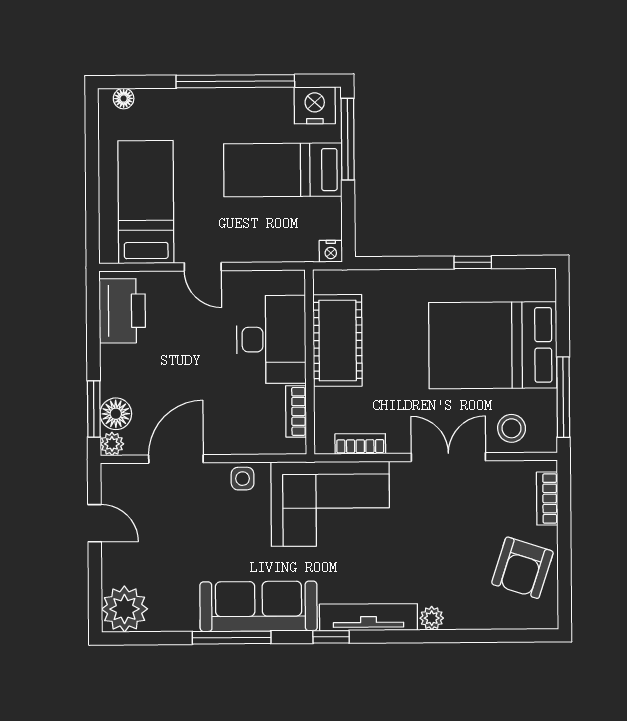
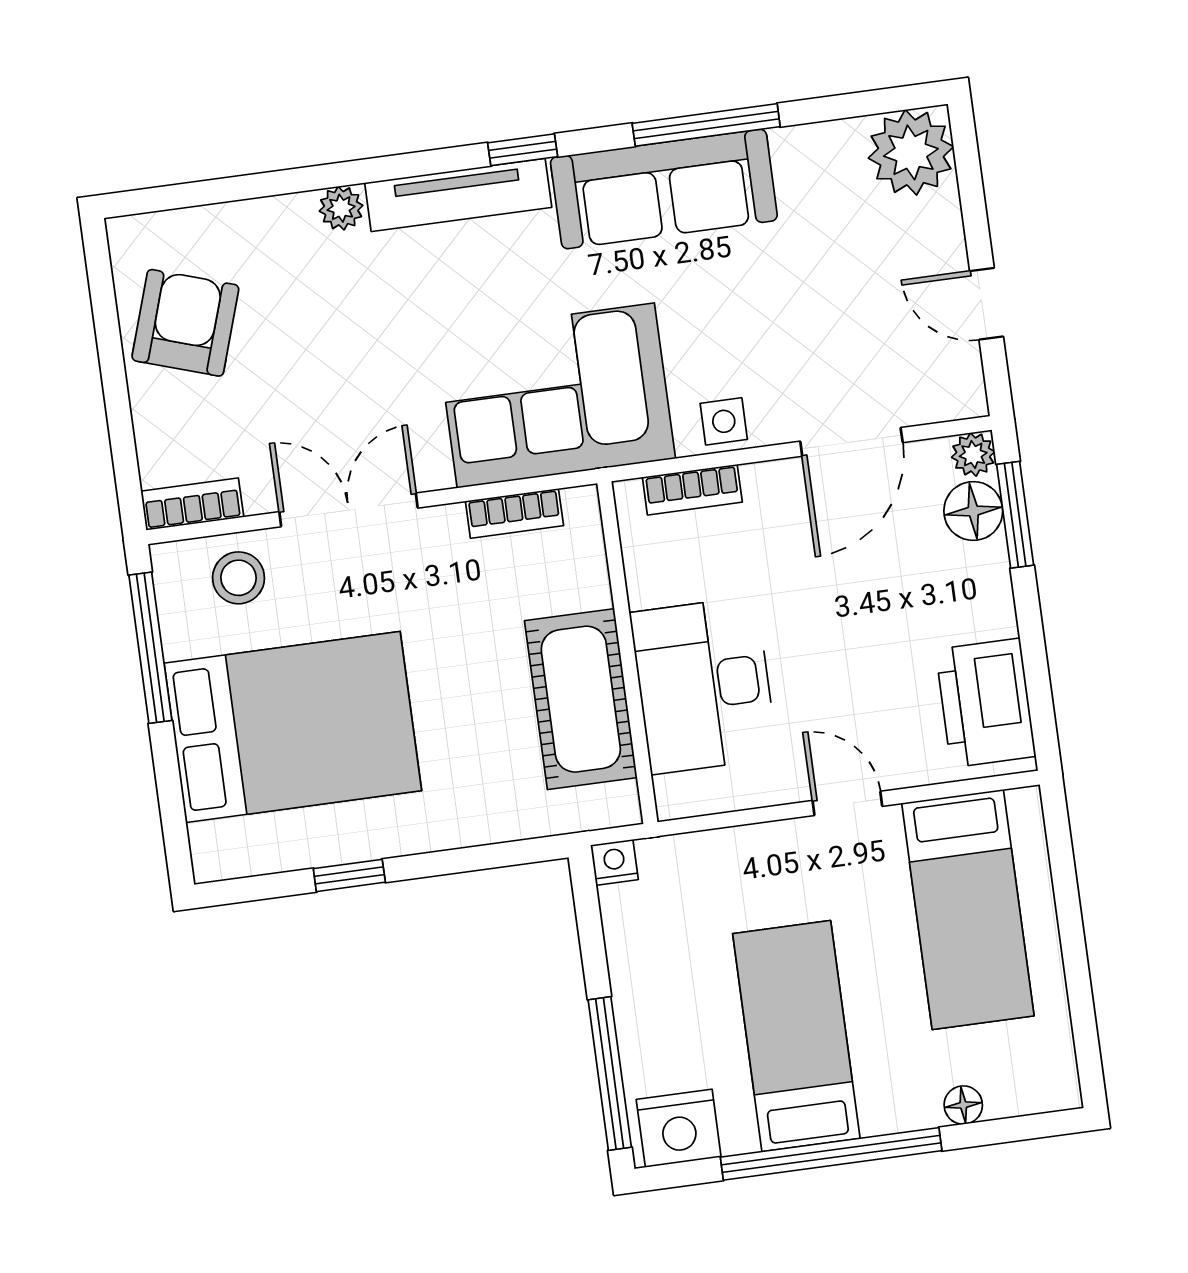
floor lamp: (124, 99) -> (963, 1105), moved
bed: (283, 170) -> (796, 1036), moved, turned -90
bookcase: (296, 411) -> (692, 490), moved, turned 90
double door: (448, 457) -> (348, 510), swing flipped
bookcase: (547, 499) -> (192, 504), moved, turned -90

